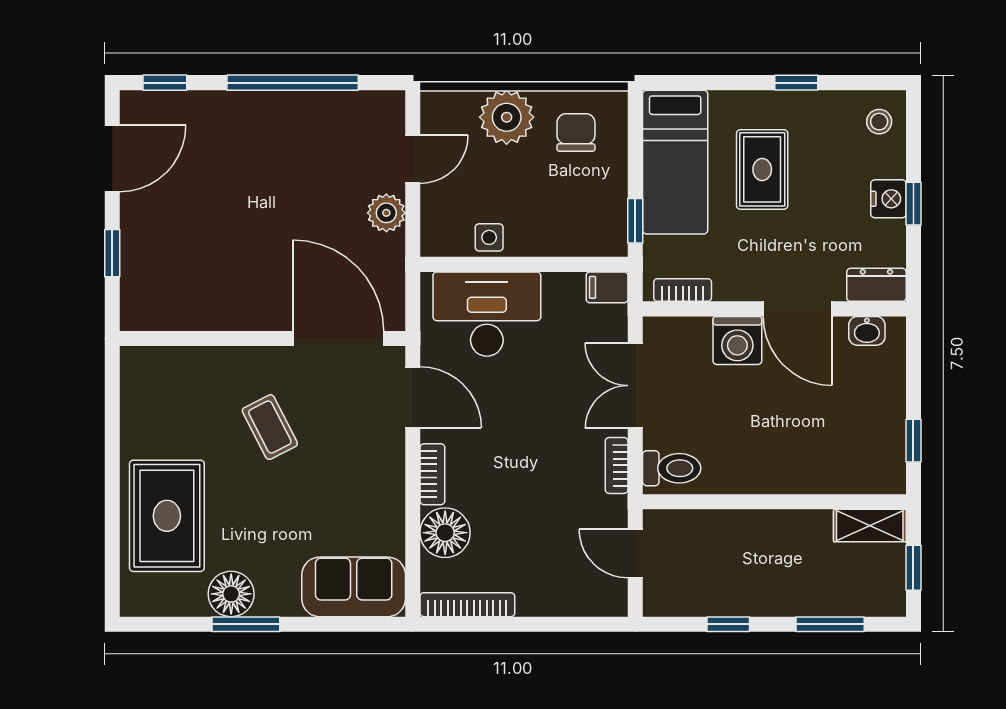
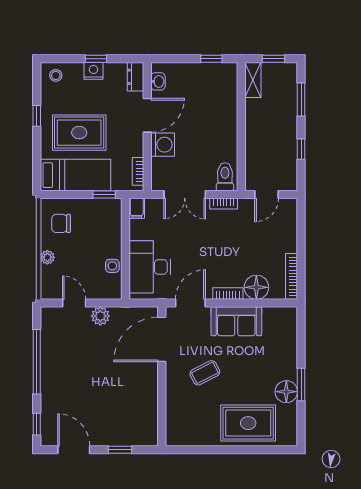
plant: (507, 117) -> (47, 257), width x0.53, depth x0.53
rug: (762, 169) -> (79, 133), width x1.36, depth x1.43
sofa: (354, 587) -> (236, 321), moved, turned -90

